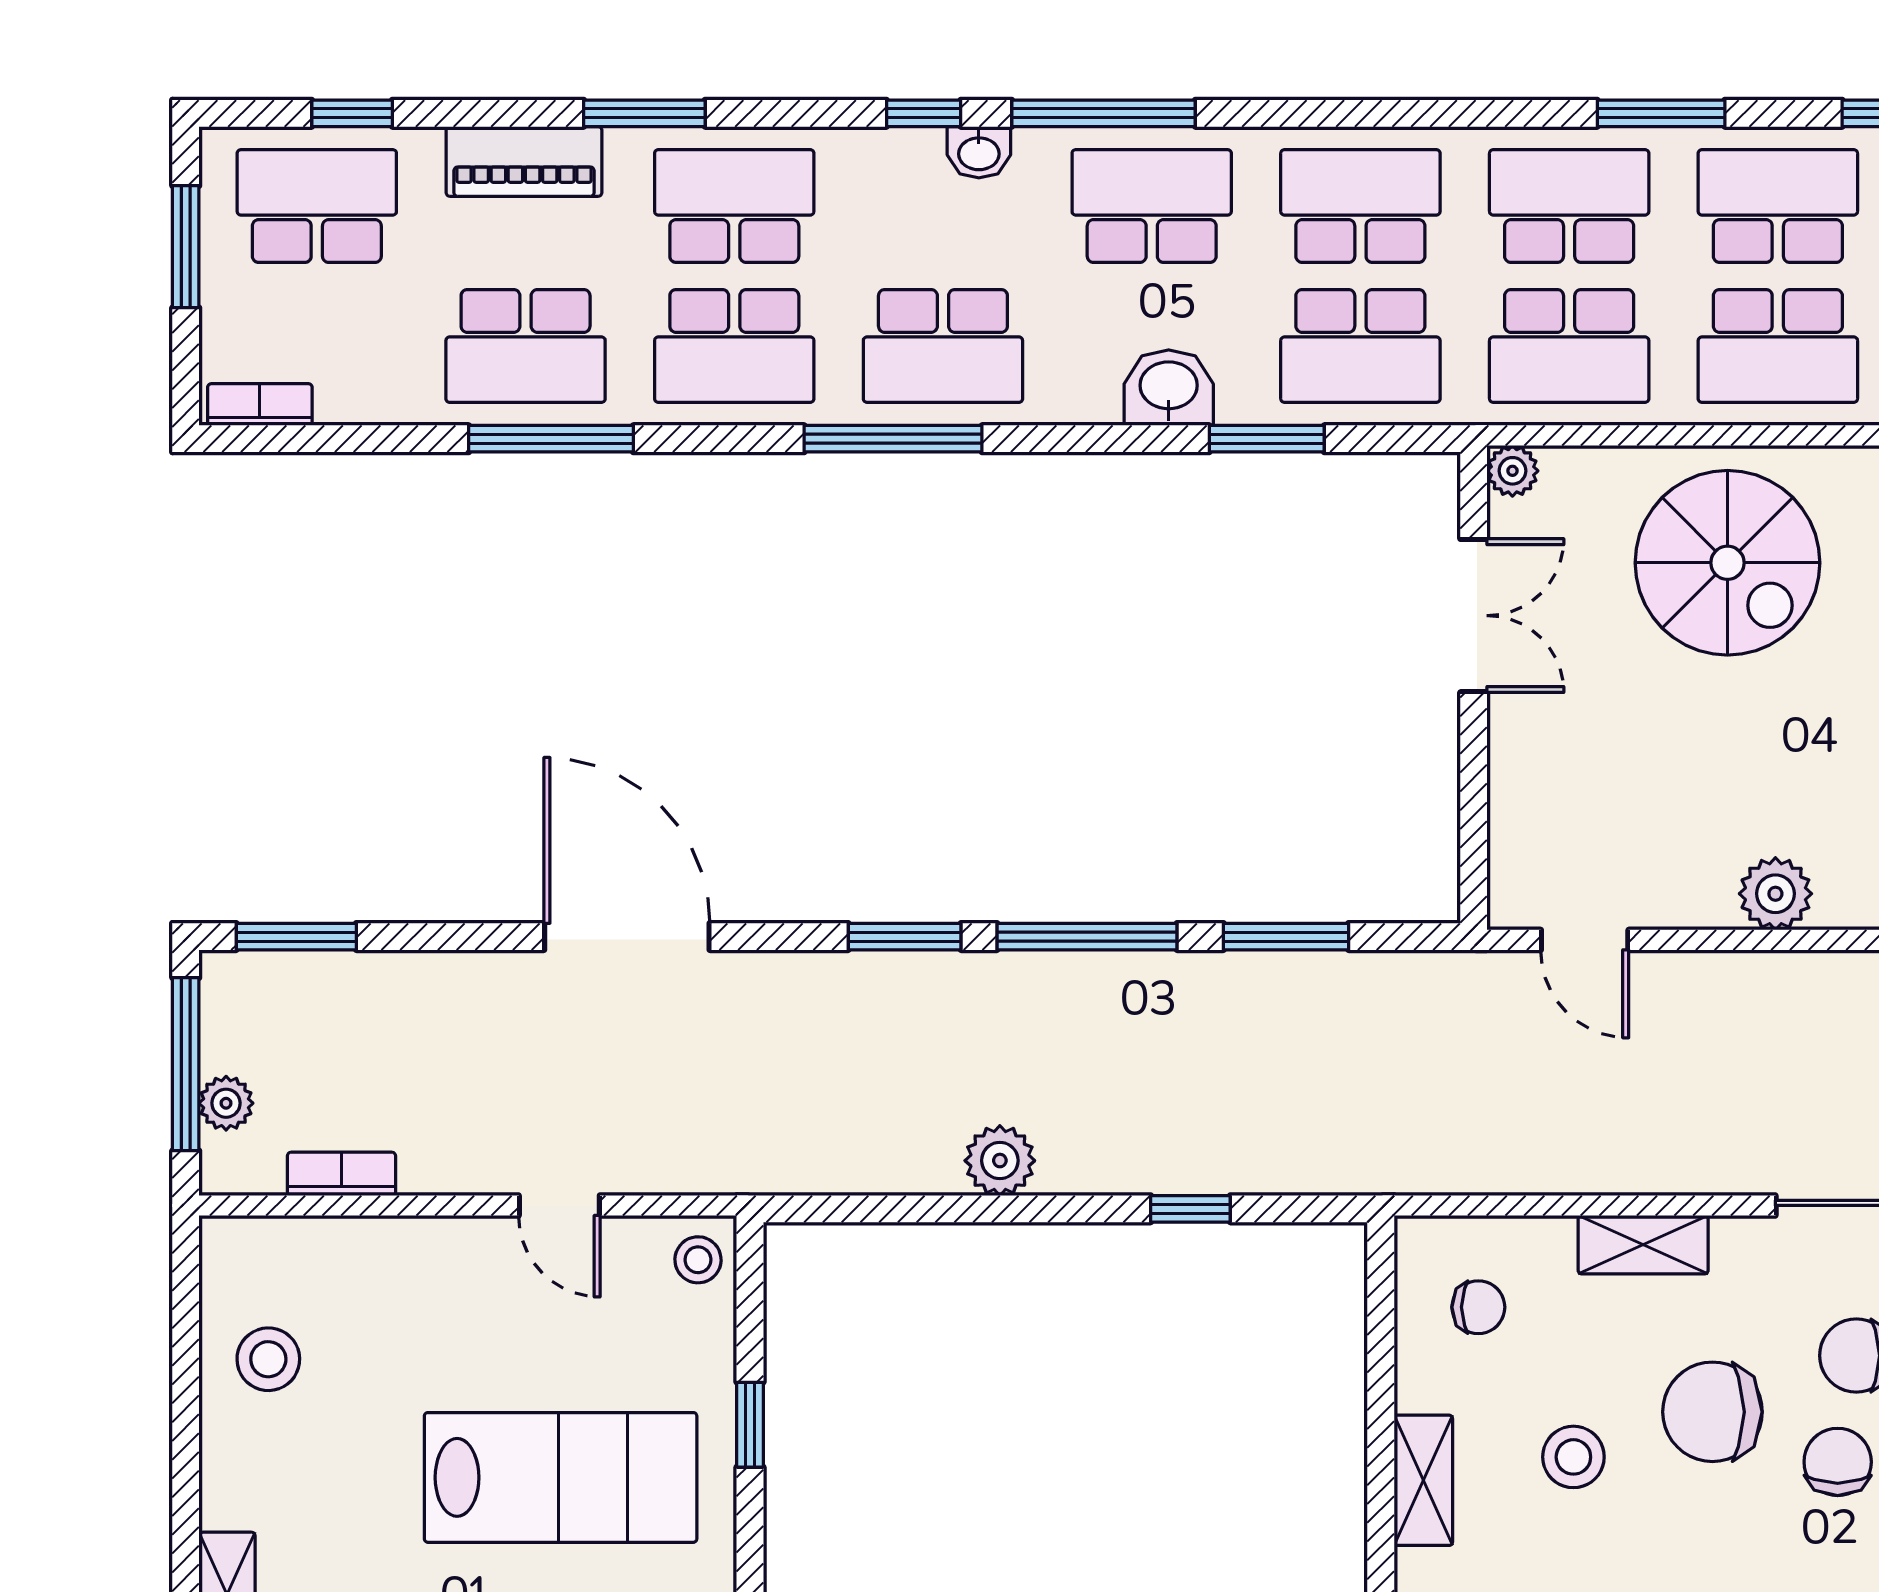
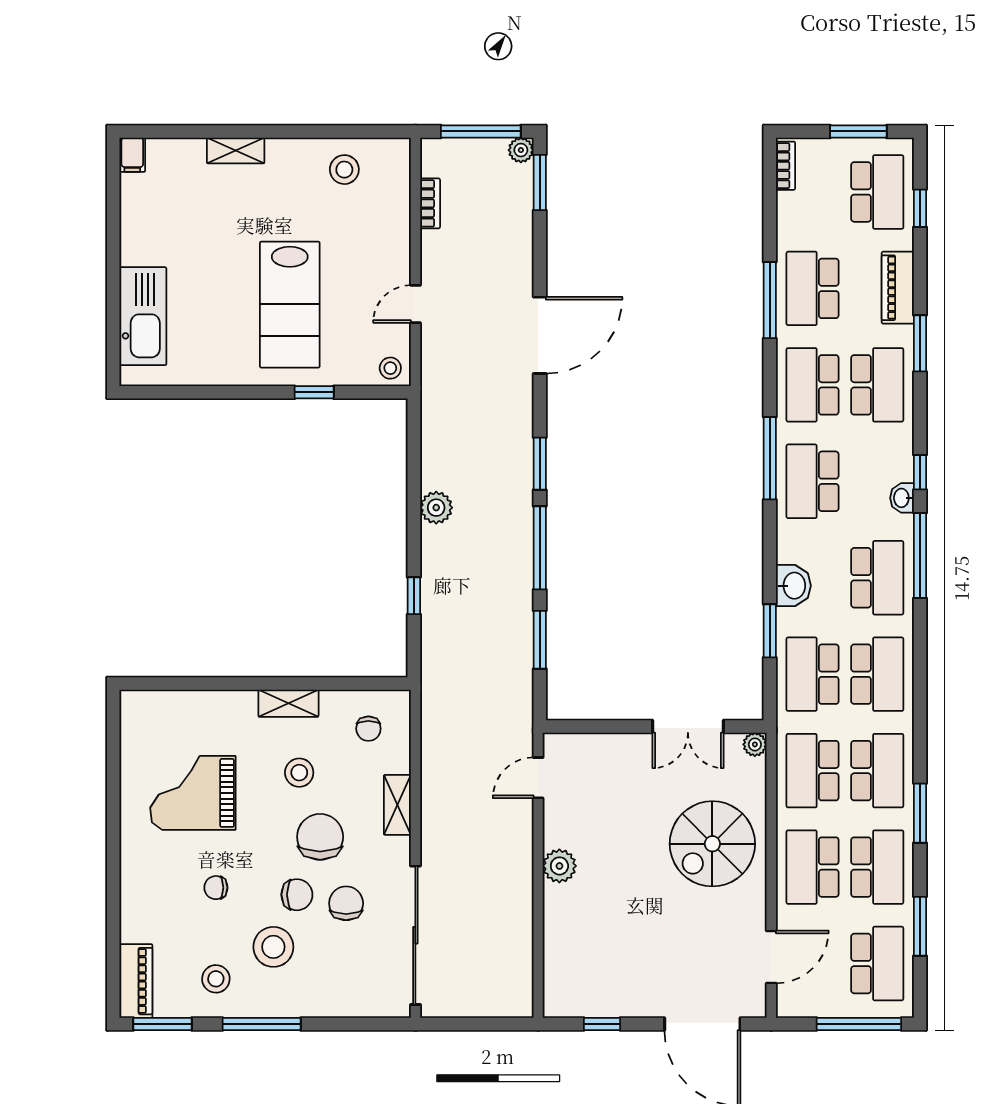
plant: (226, 1103) -> (521, 150), moved

